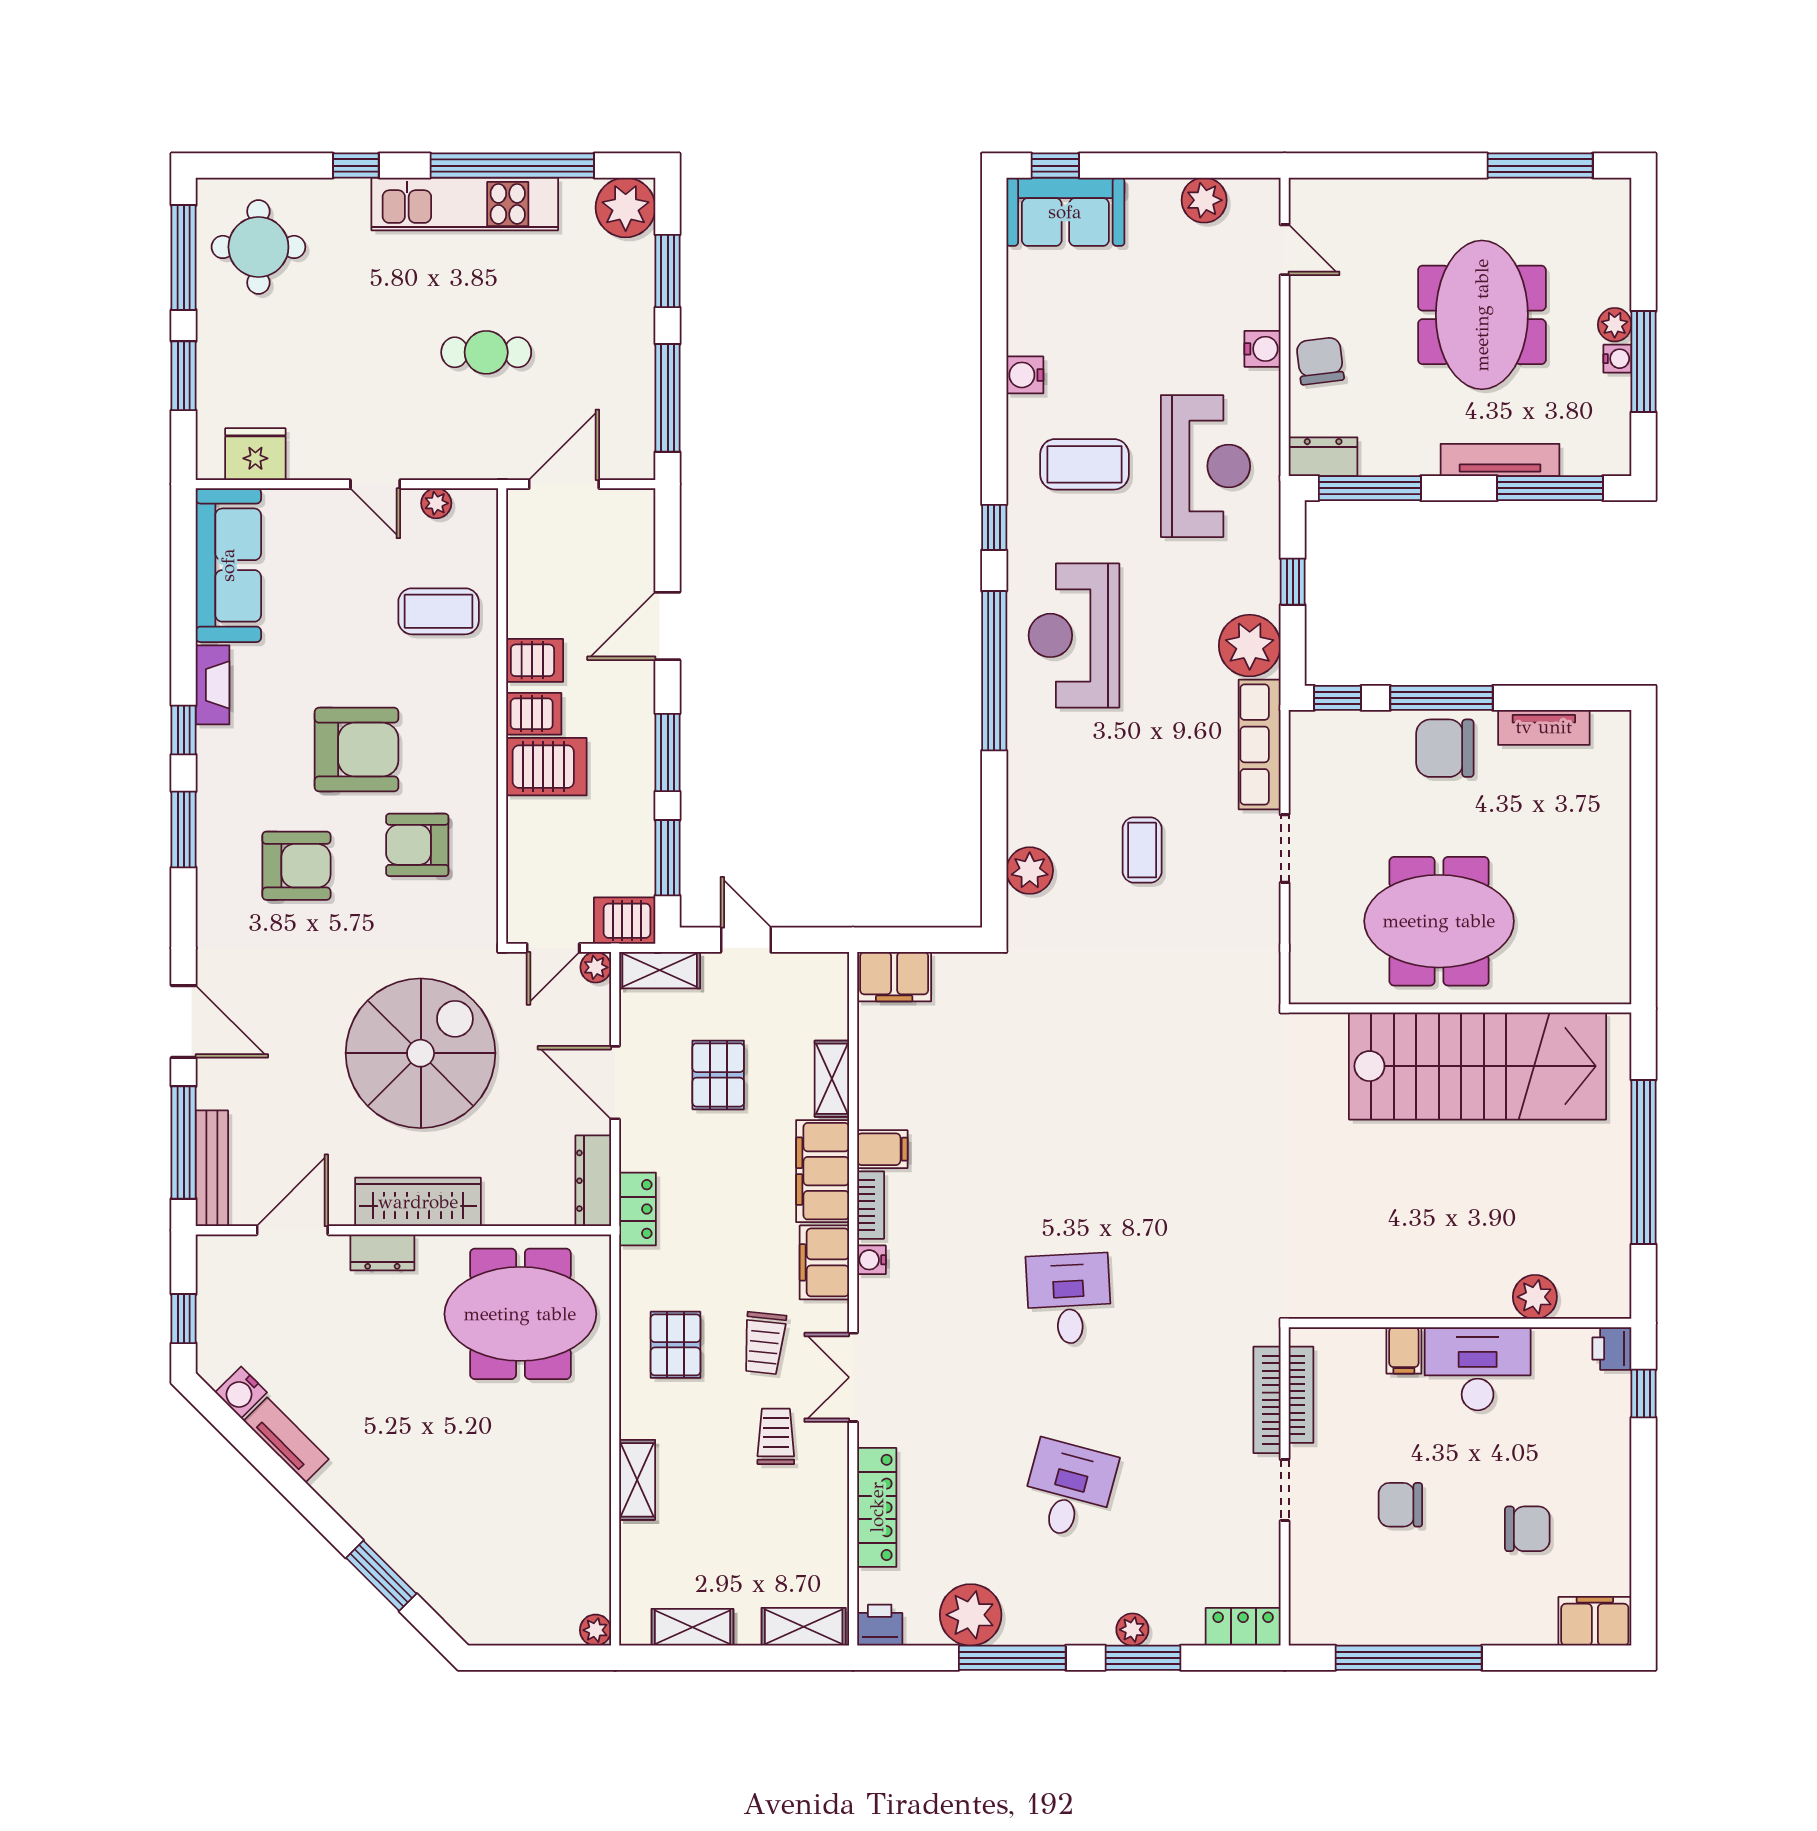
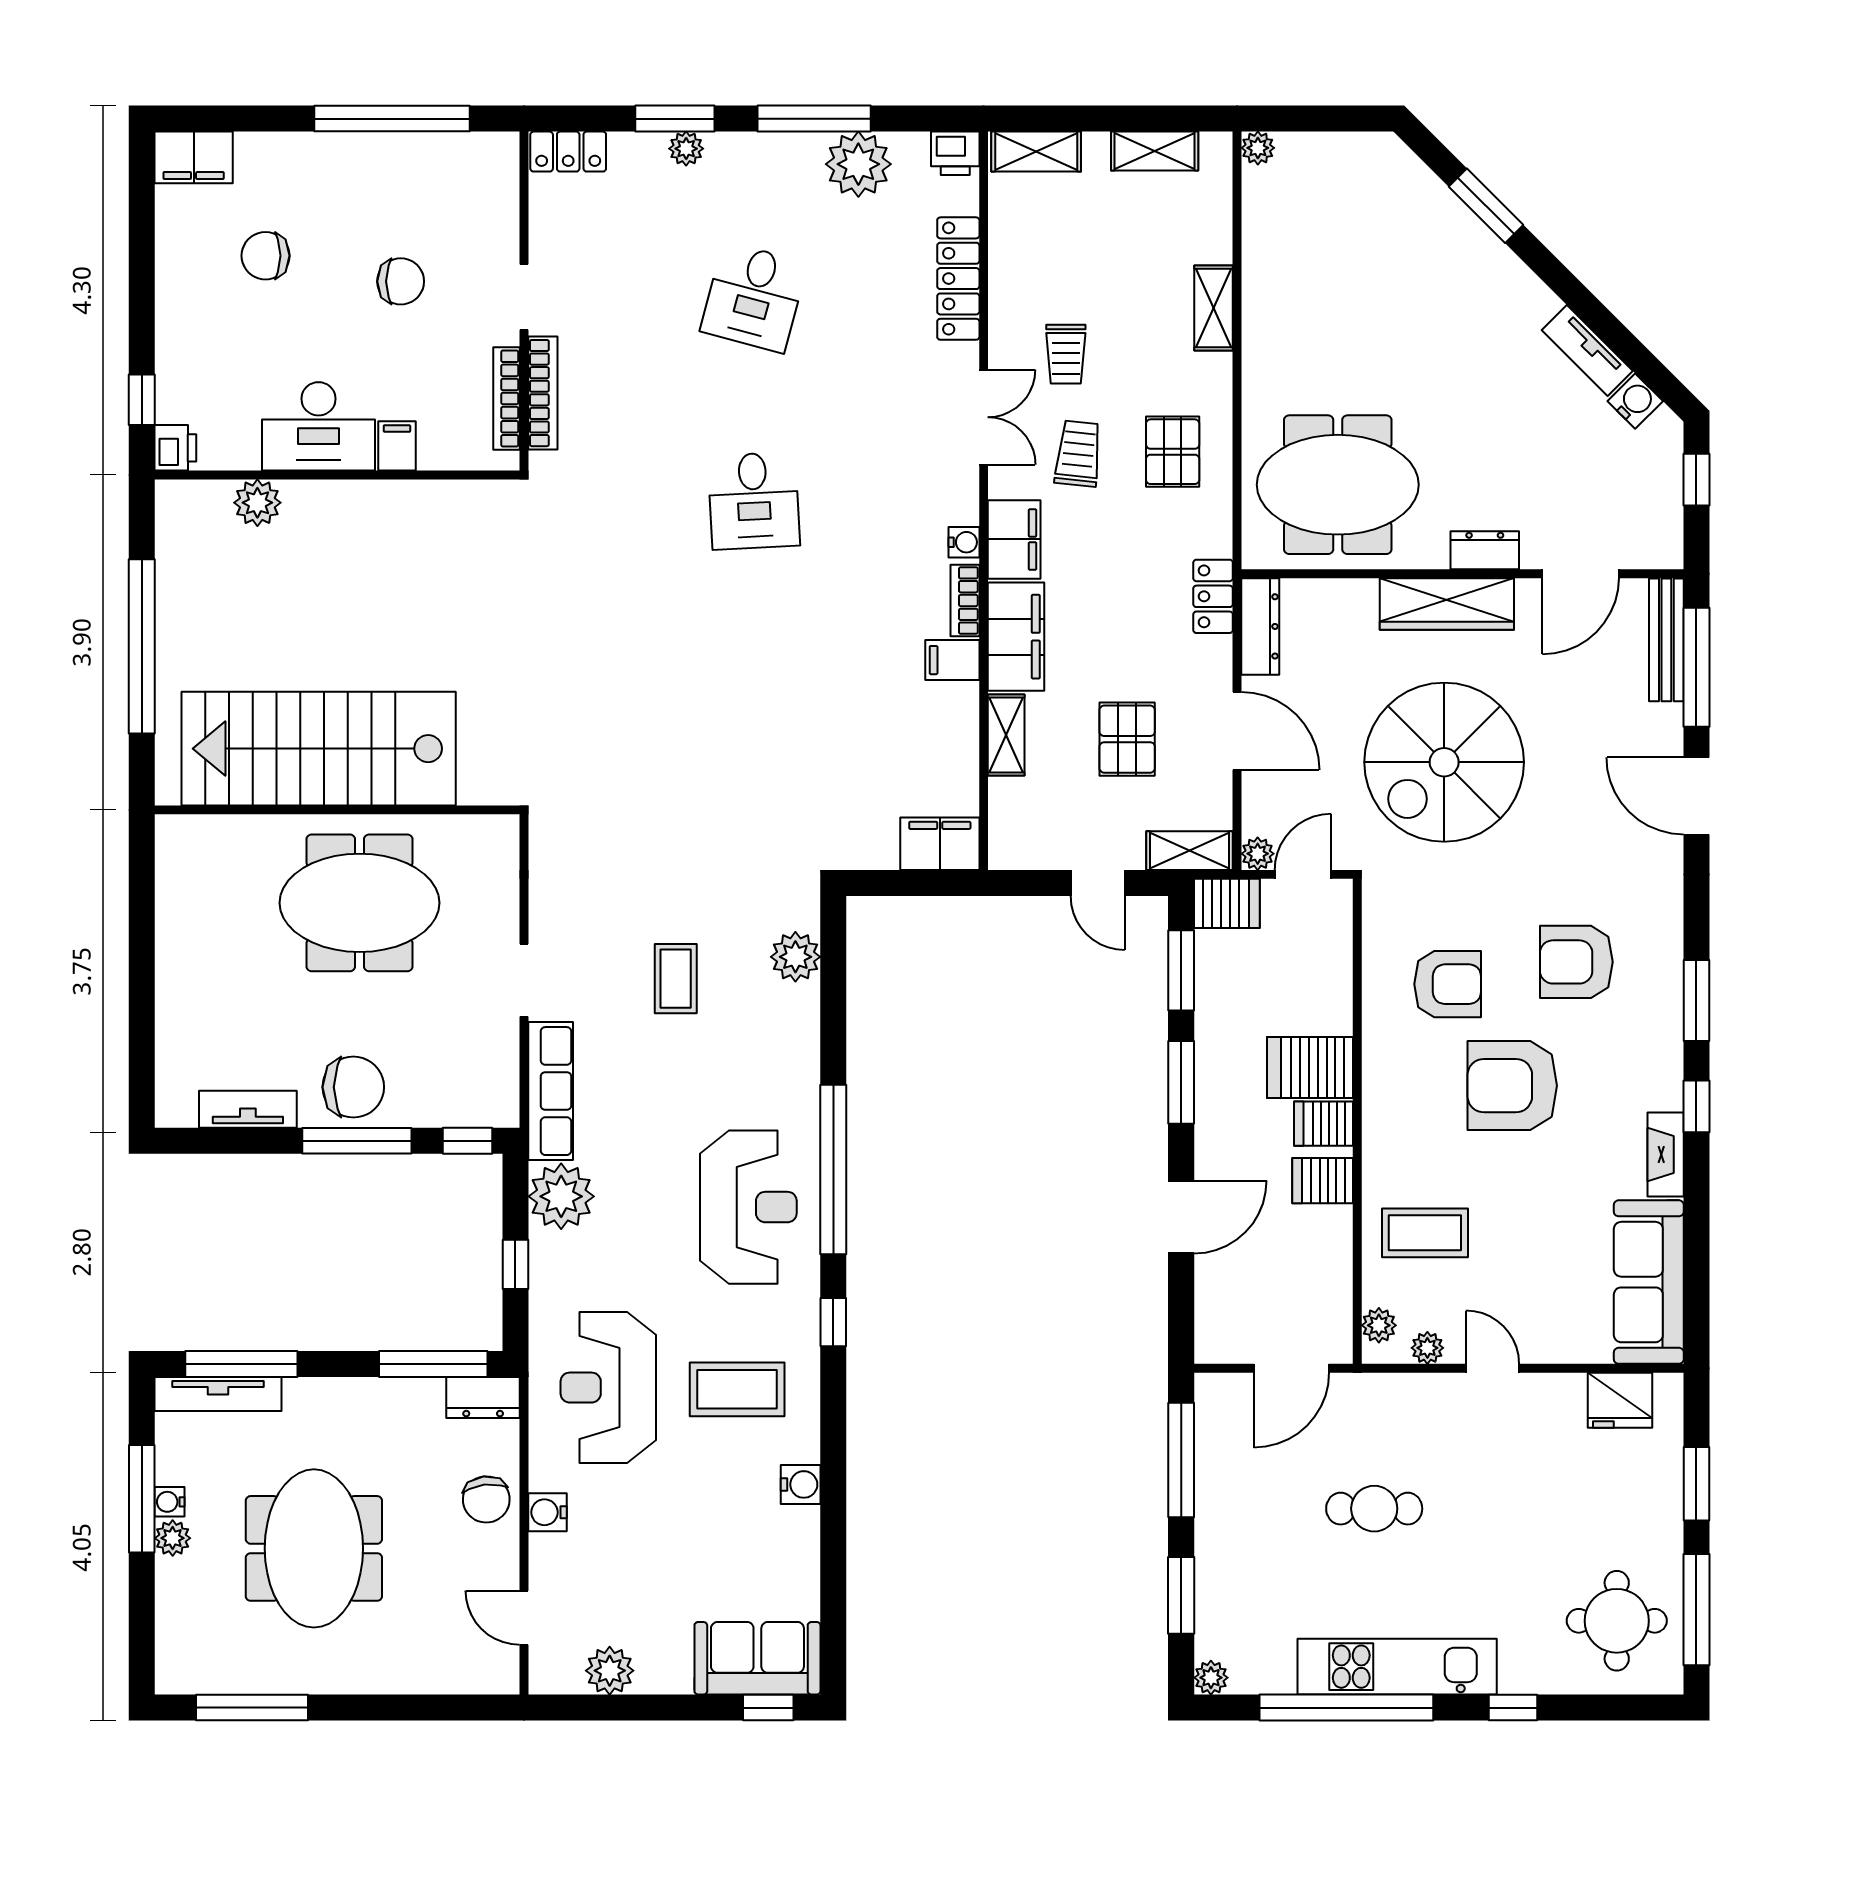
plant: (626, 208) -> (1211, 1678), width x0.53, depth x0.53
tv unit: (1500, 460) -> (218, 1394), moved
plant: (482, 524) -> (1379, 1325), added

